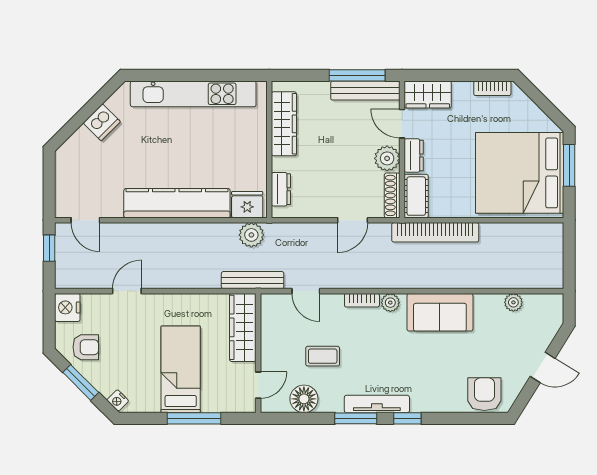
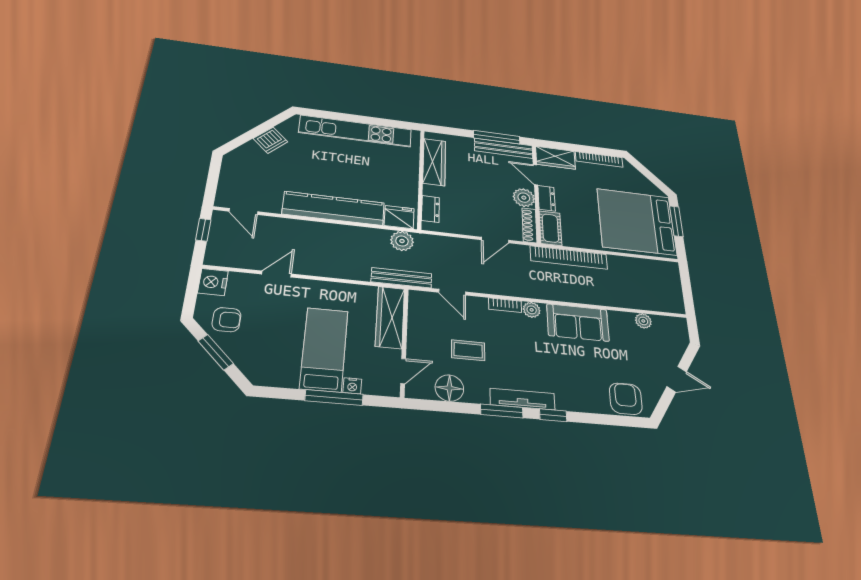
bookcase: (492, 88) -> (599, 159), width x1.56
nightstand: (118, 400) -> (352, 386), moved, turned -45

